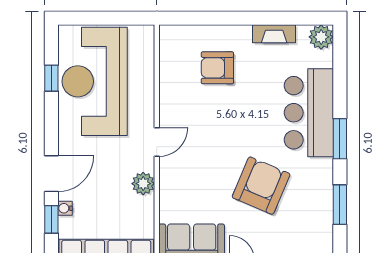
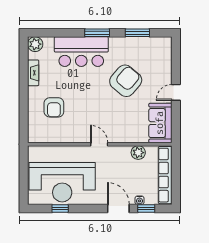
plant: (143, 184) -> (138, 153), moved
armchair: (261, 186) -> (126, 81), turned 107

